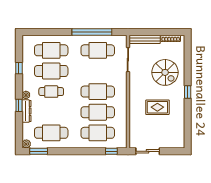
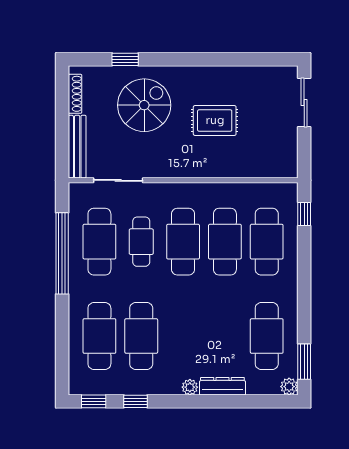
cafe table: (51, 92) -> (141, 242), moved
window: (188, 92) -> (125, 59), moved
window: (19, 105) -> (94, 401), moved
rug: (157, 107) -> (215, 120), turned 90
sliding door: (148, 151) -> (304, 103), moved

